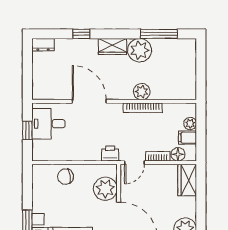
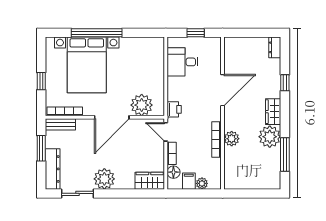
desk: (48, 124) -> (182, 62), moved, turned -90
chair: (65, 177) -> (153, 68), removed

